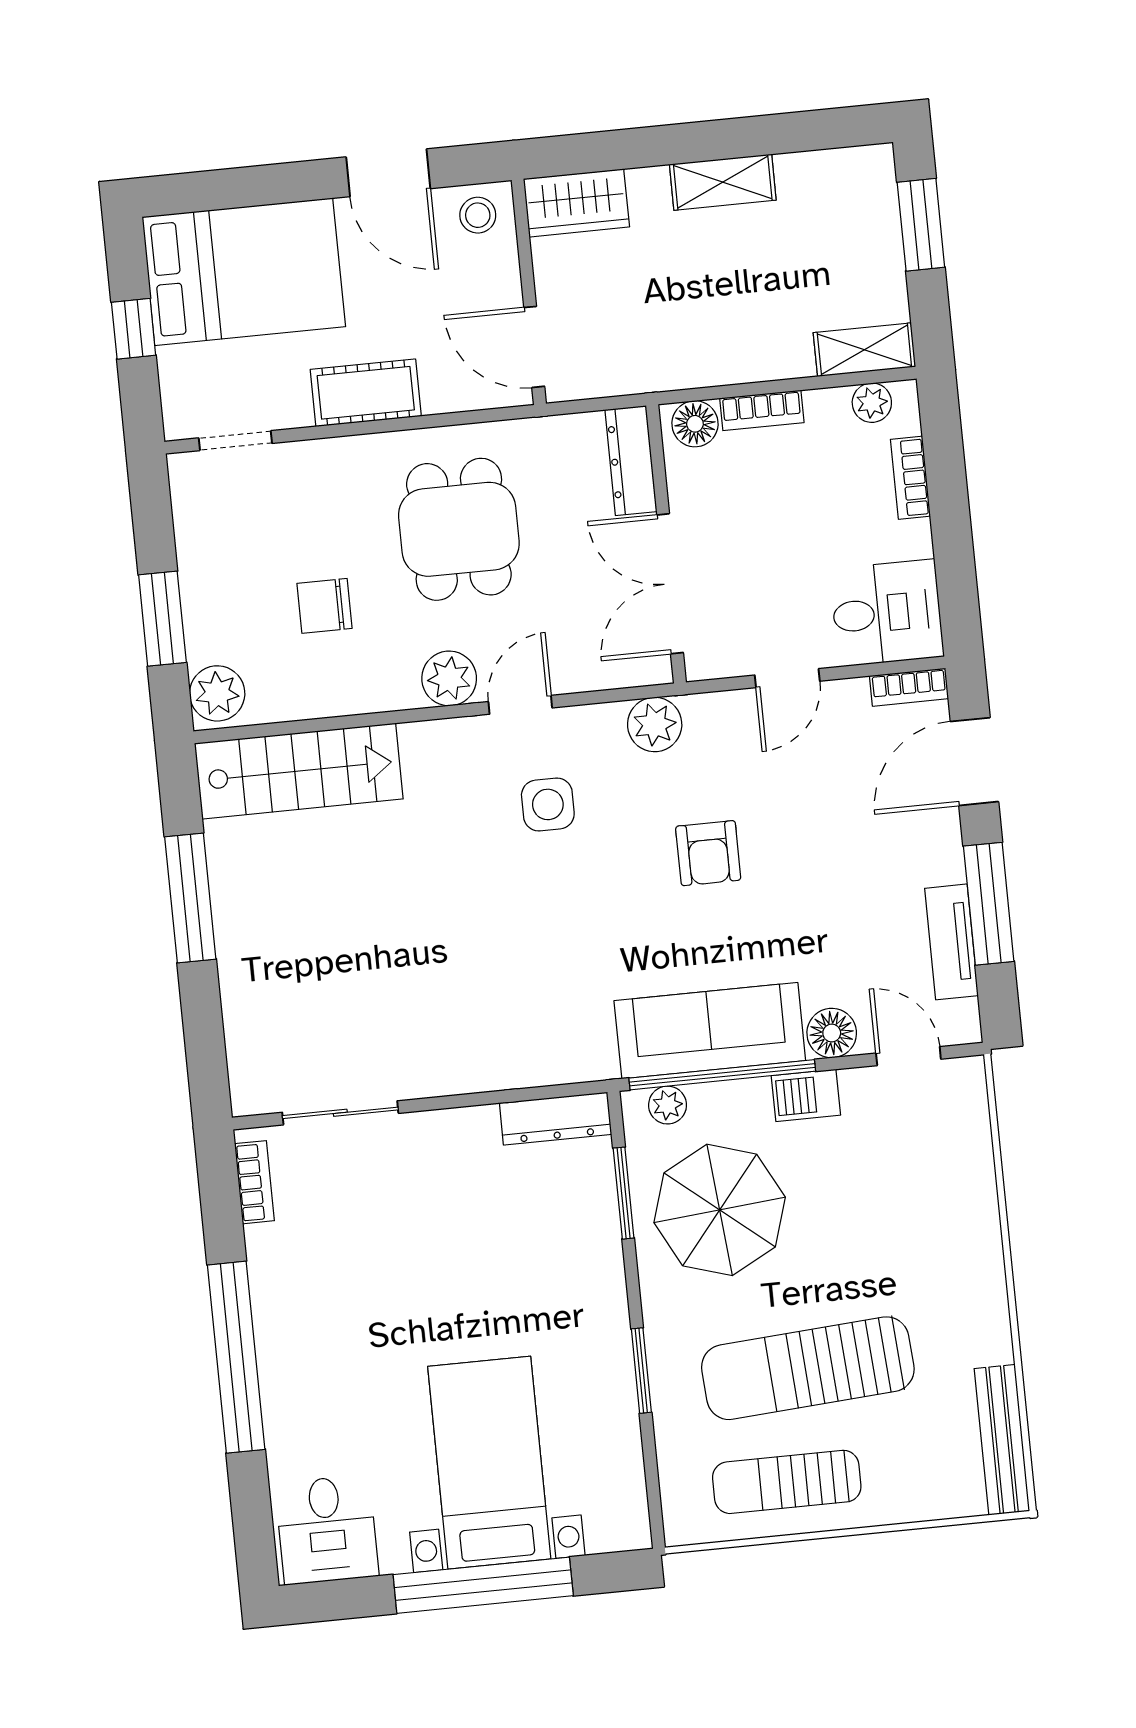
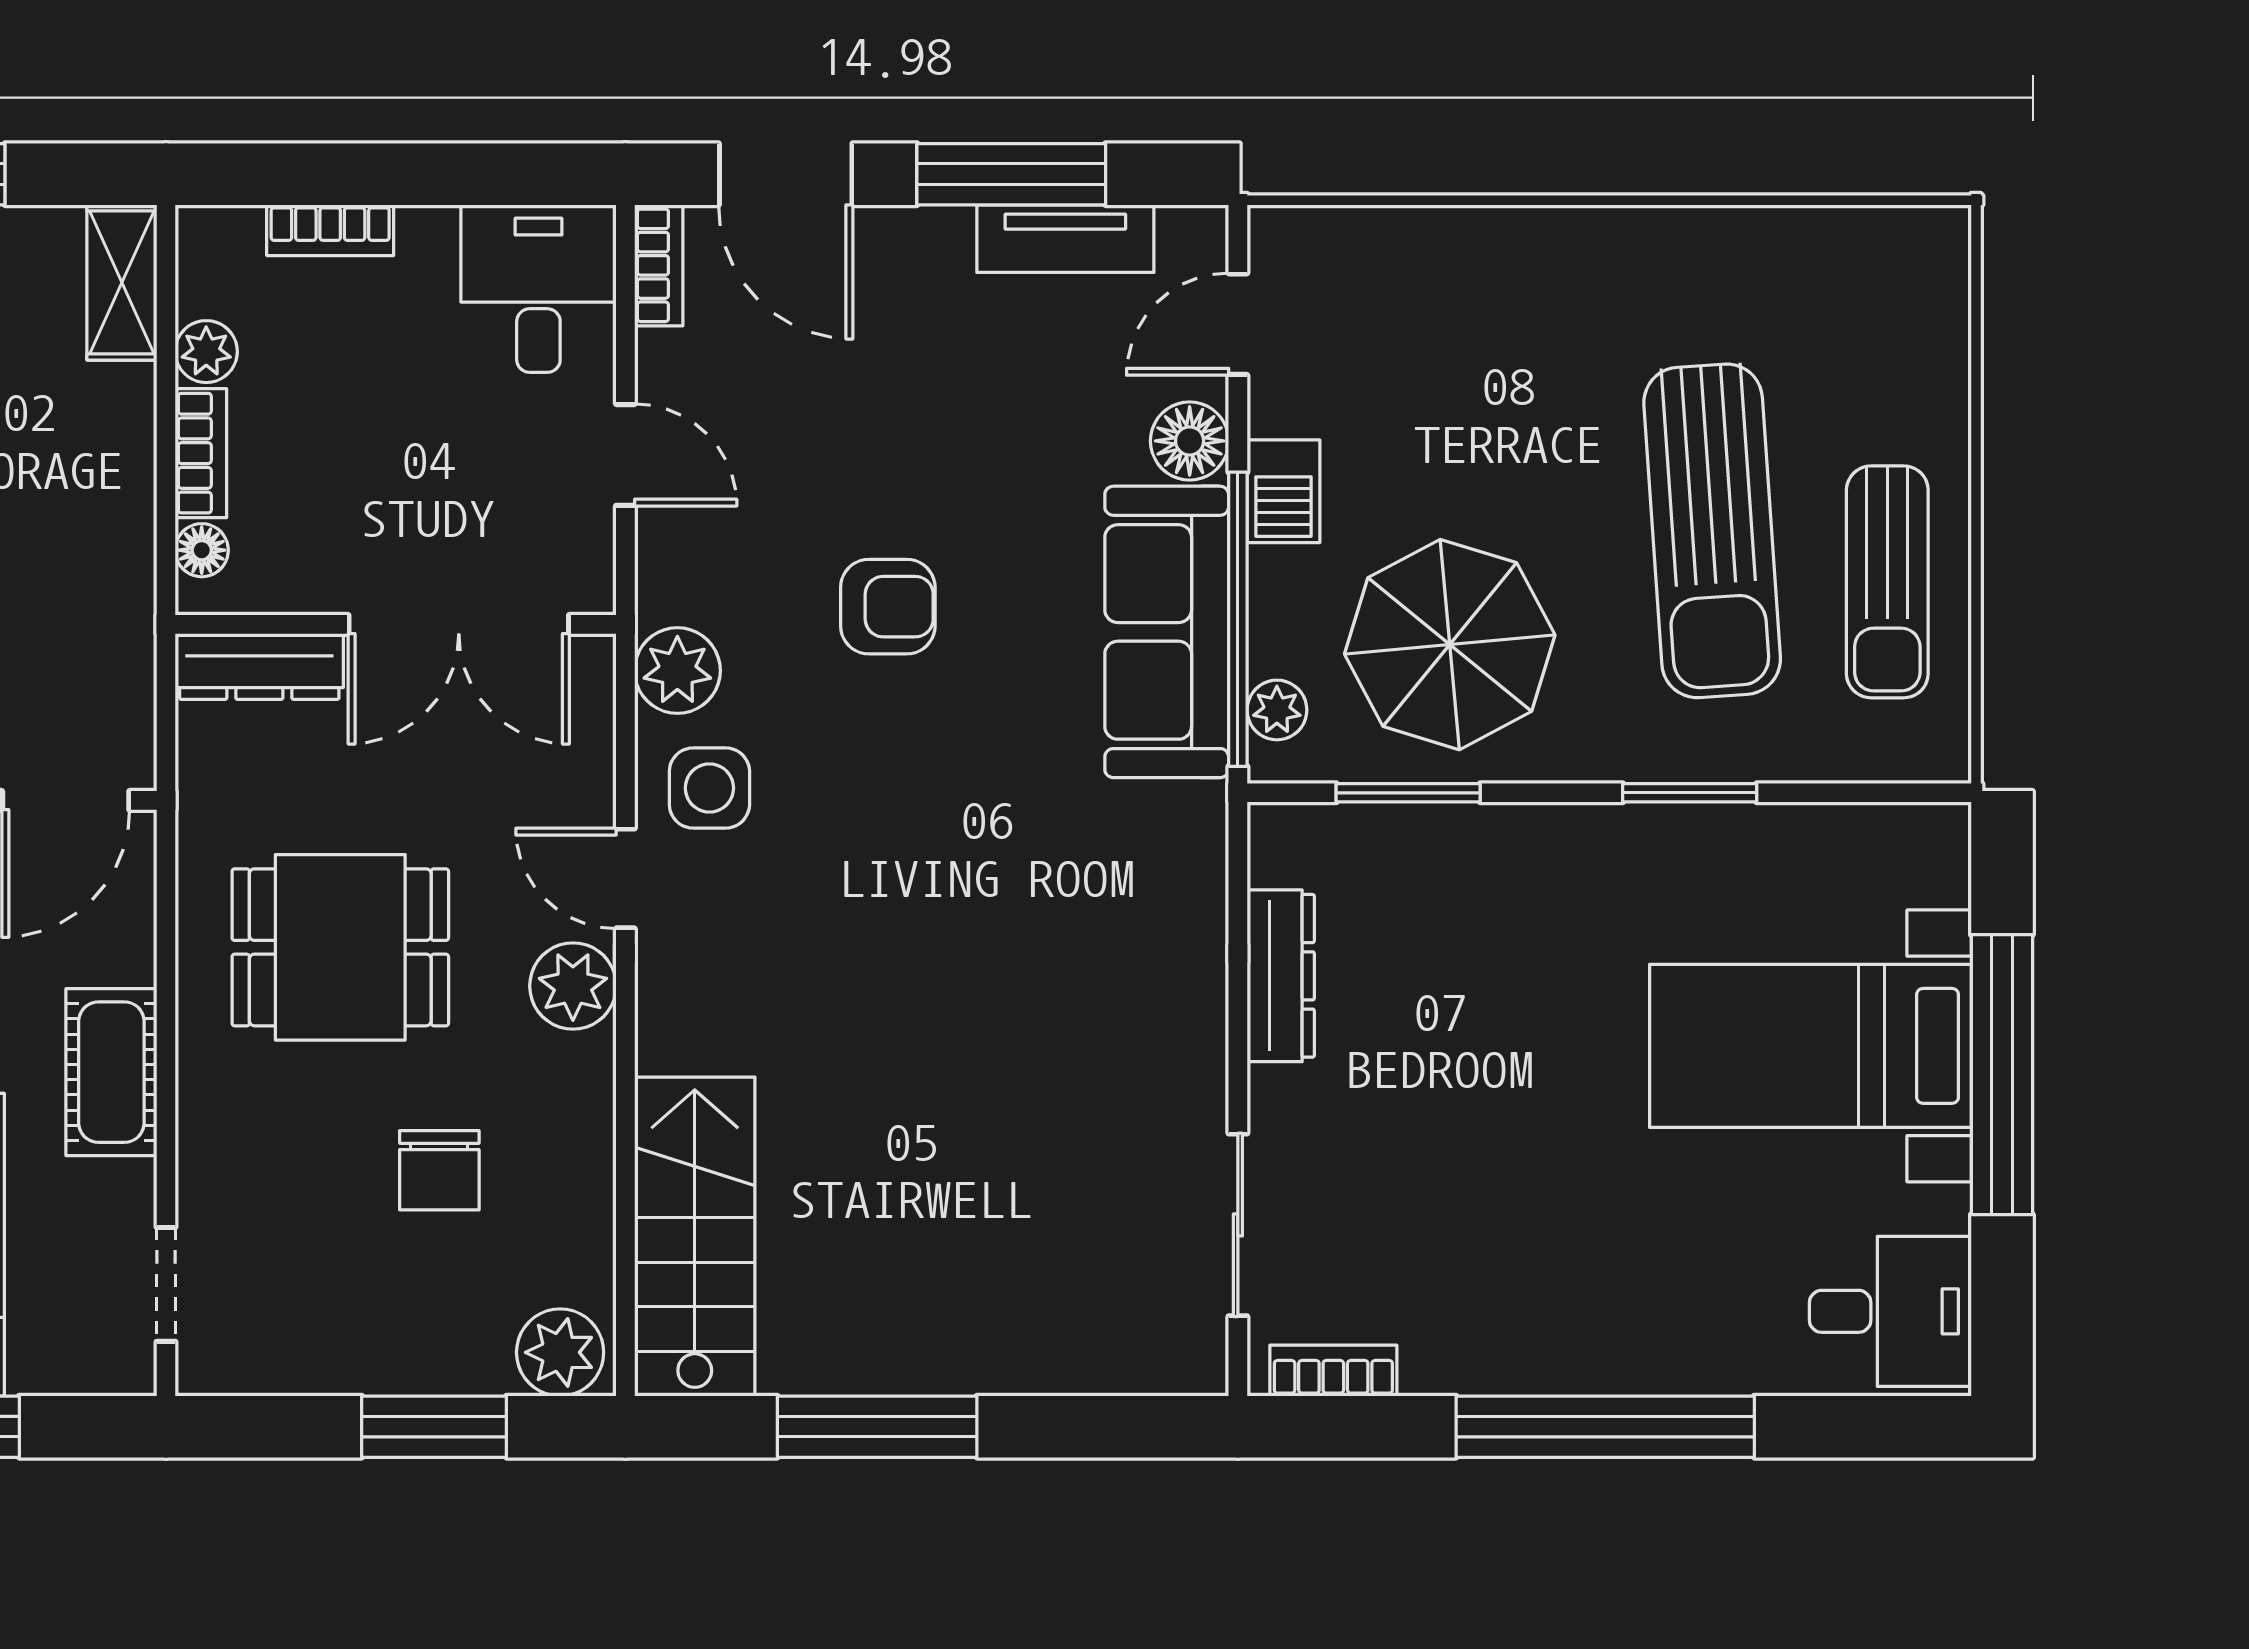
plant: (872, 403) -> (206, 352), moved
floor lamp: (695, 424) -> (202, 550), width x0.73, depth x0.73
side table: (548, 804) -> (709, 788), moved
dresser: (556, 1119) -> (1281, 976), moved
bench: (1002, 1440) -> (1855, 237), removed

